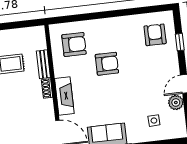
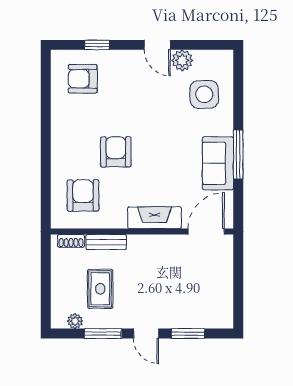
shoe rack: (47, 89) -> (71, 241), moved
side table: (154, 121) -> (204, 94), width x1.87, depth x1.87

